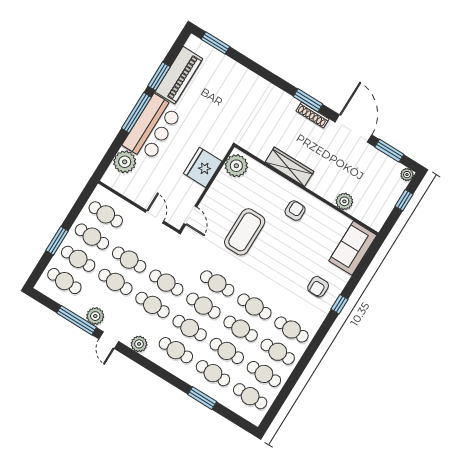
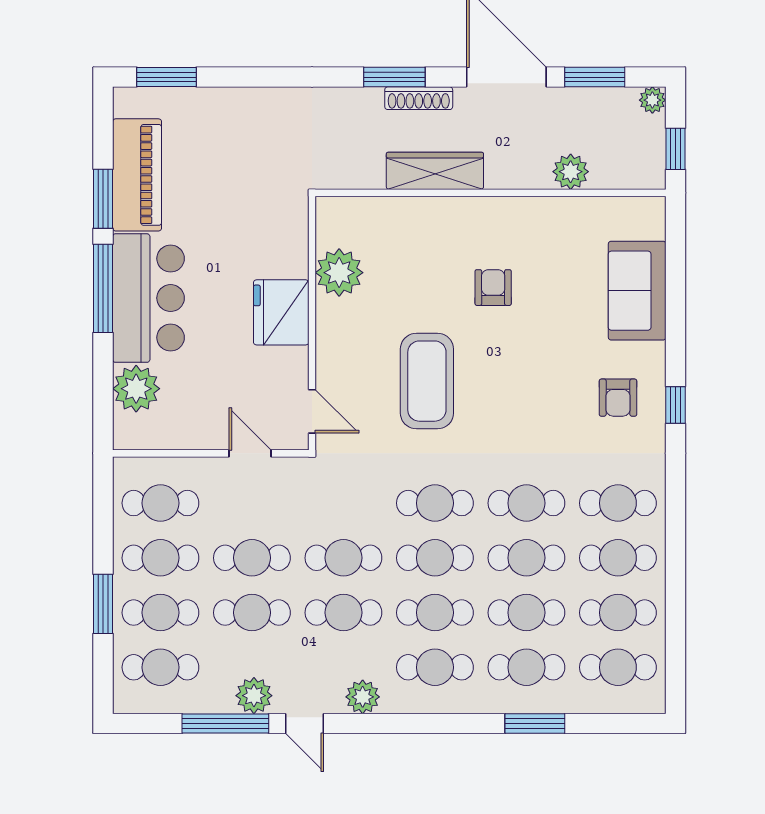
wardrobe: (289, 167) -> (435, 171), moved
wall: (307, 190) -> (490, 193), moved
plant: (344, 201) -> (571, 172), moved

